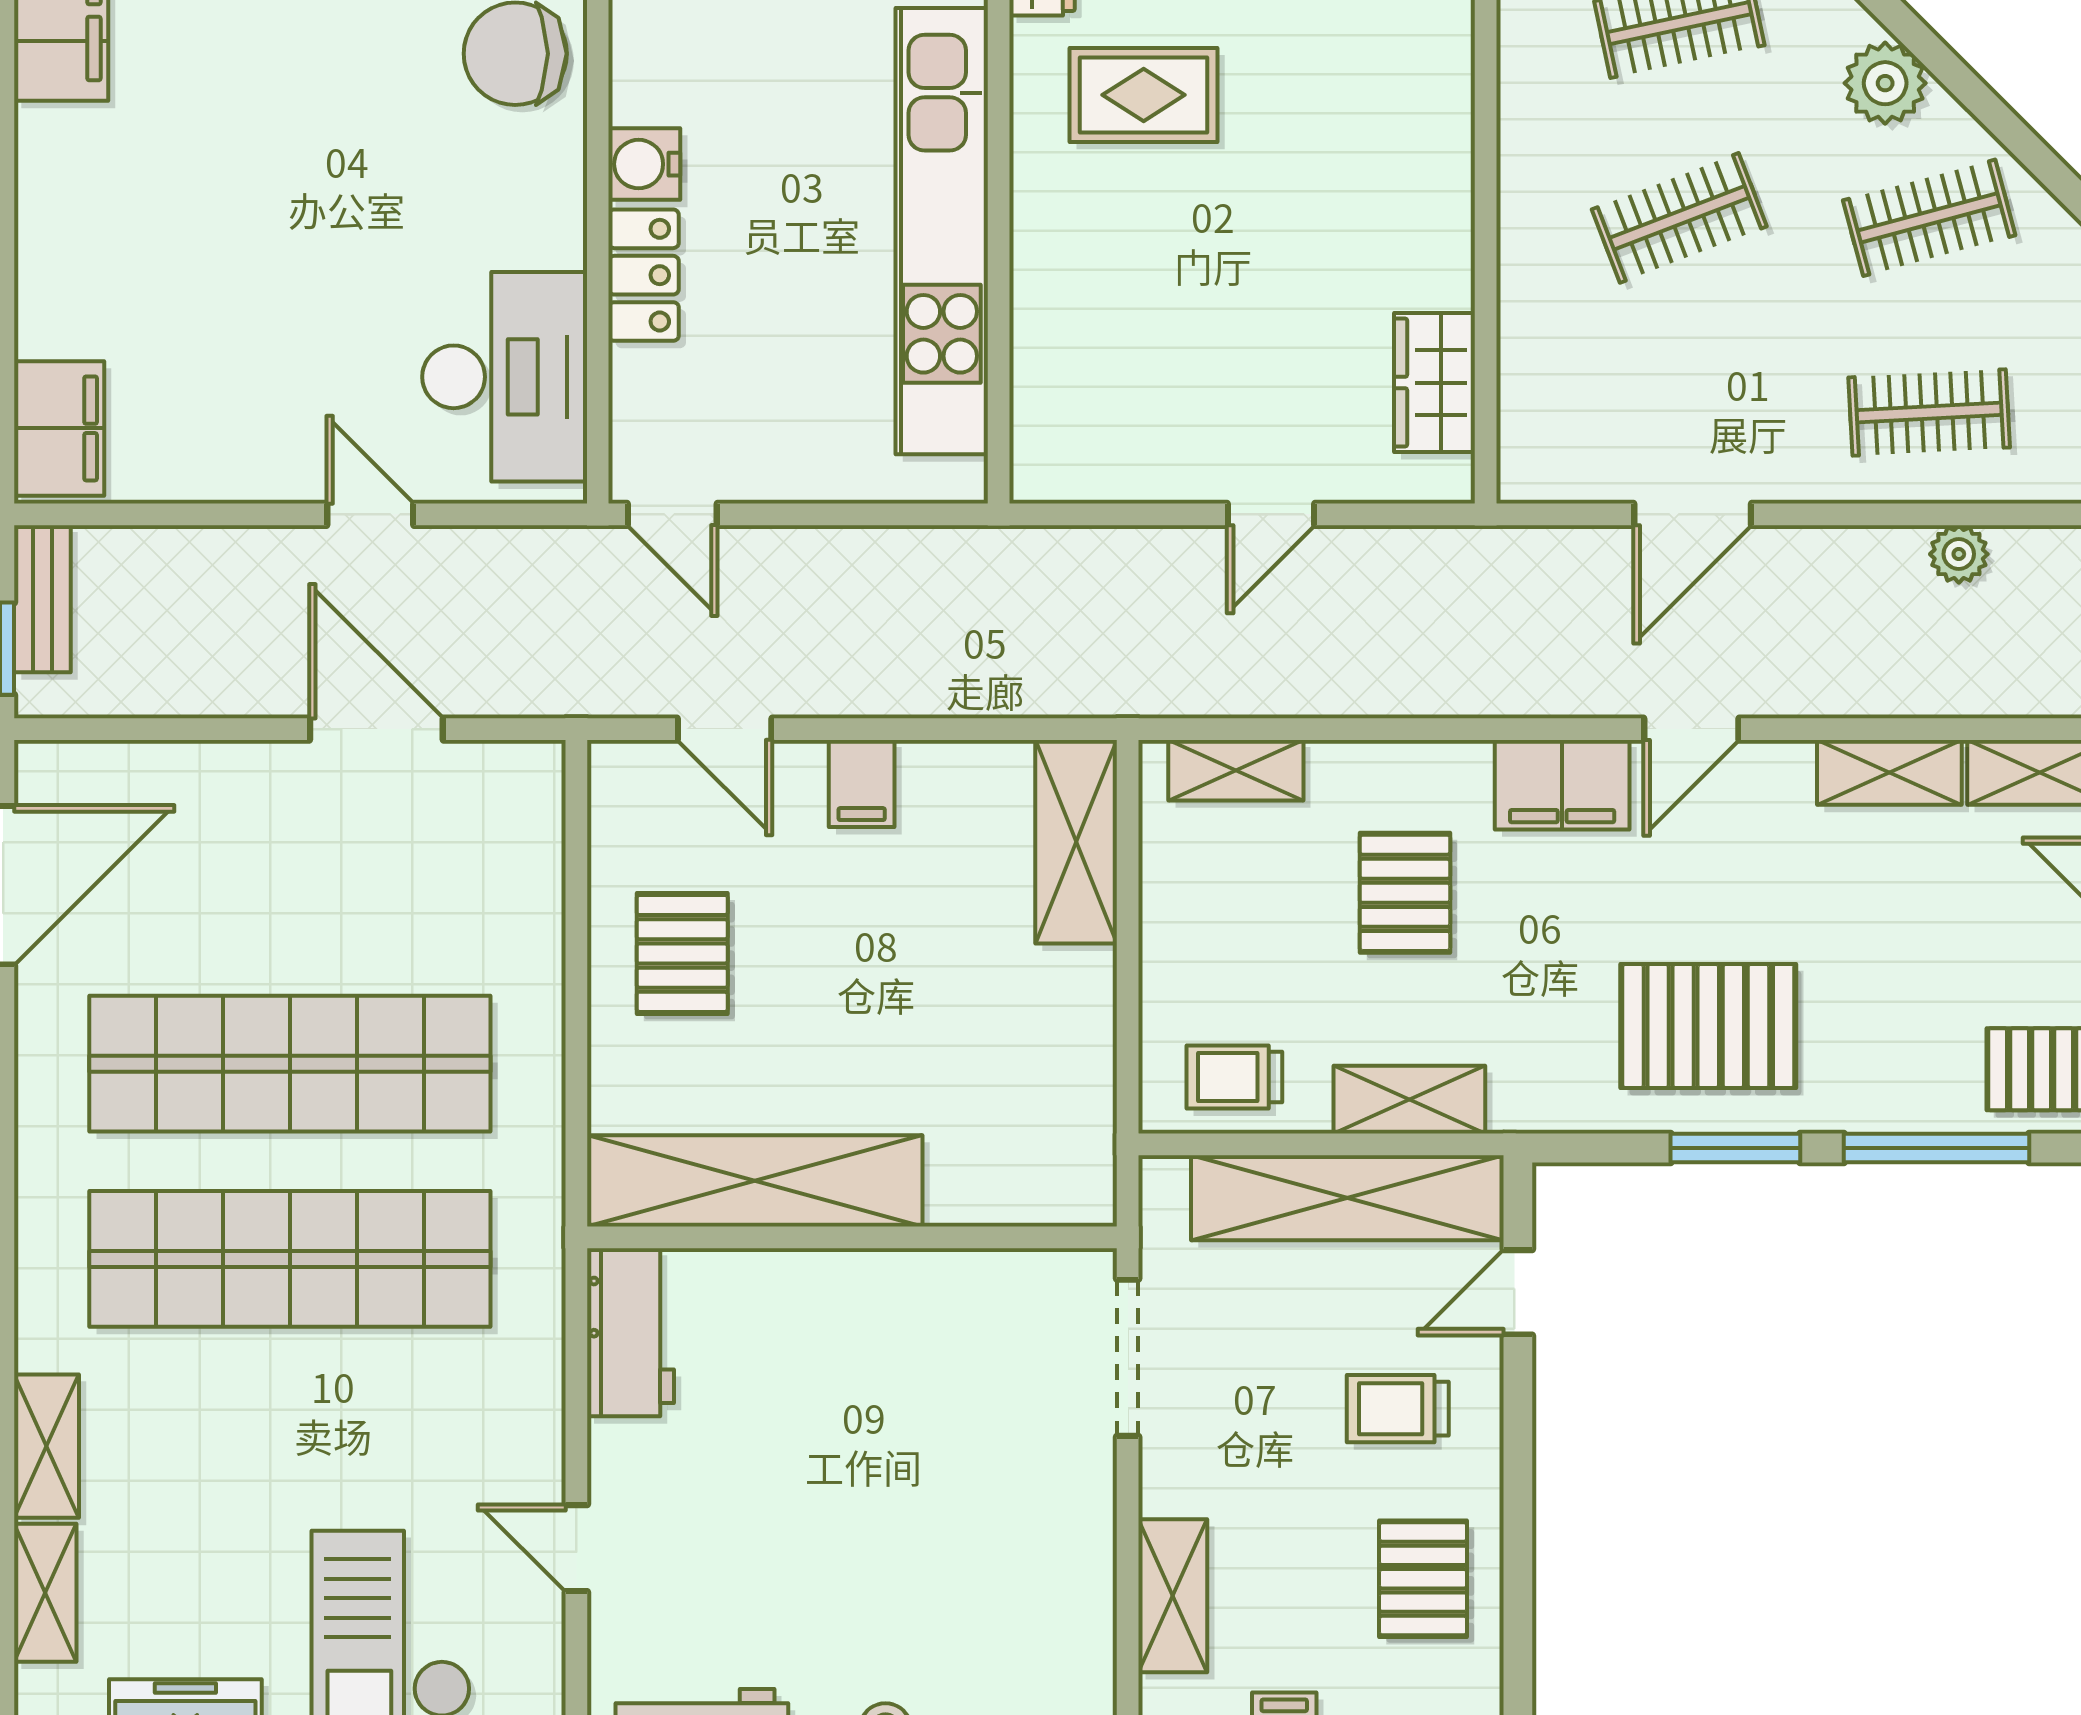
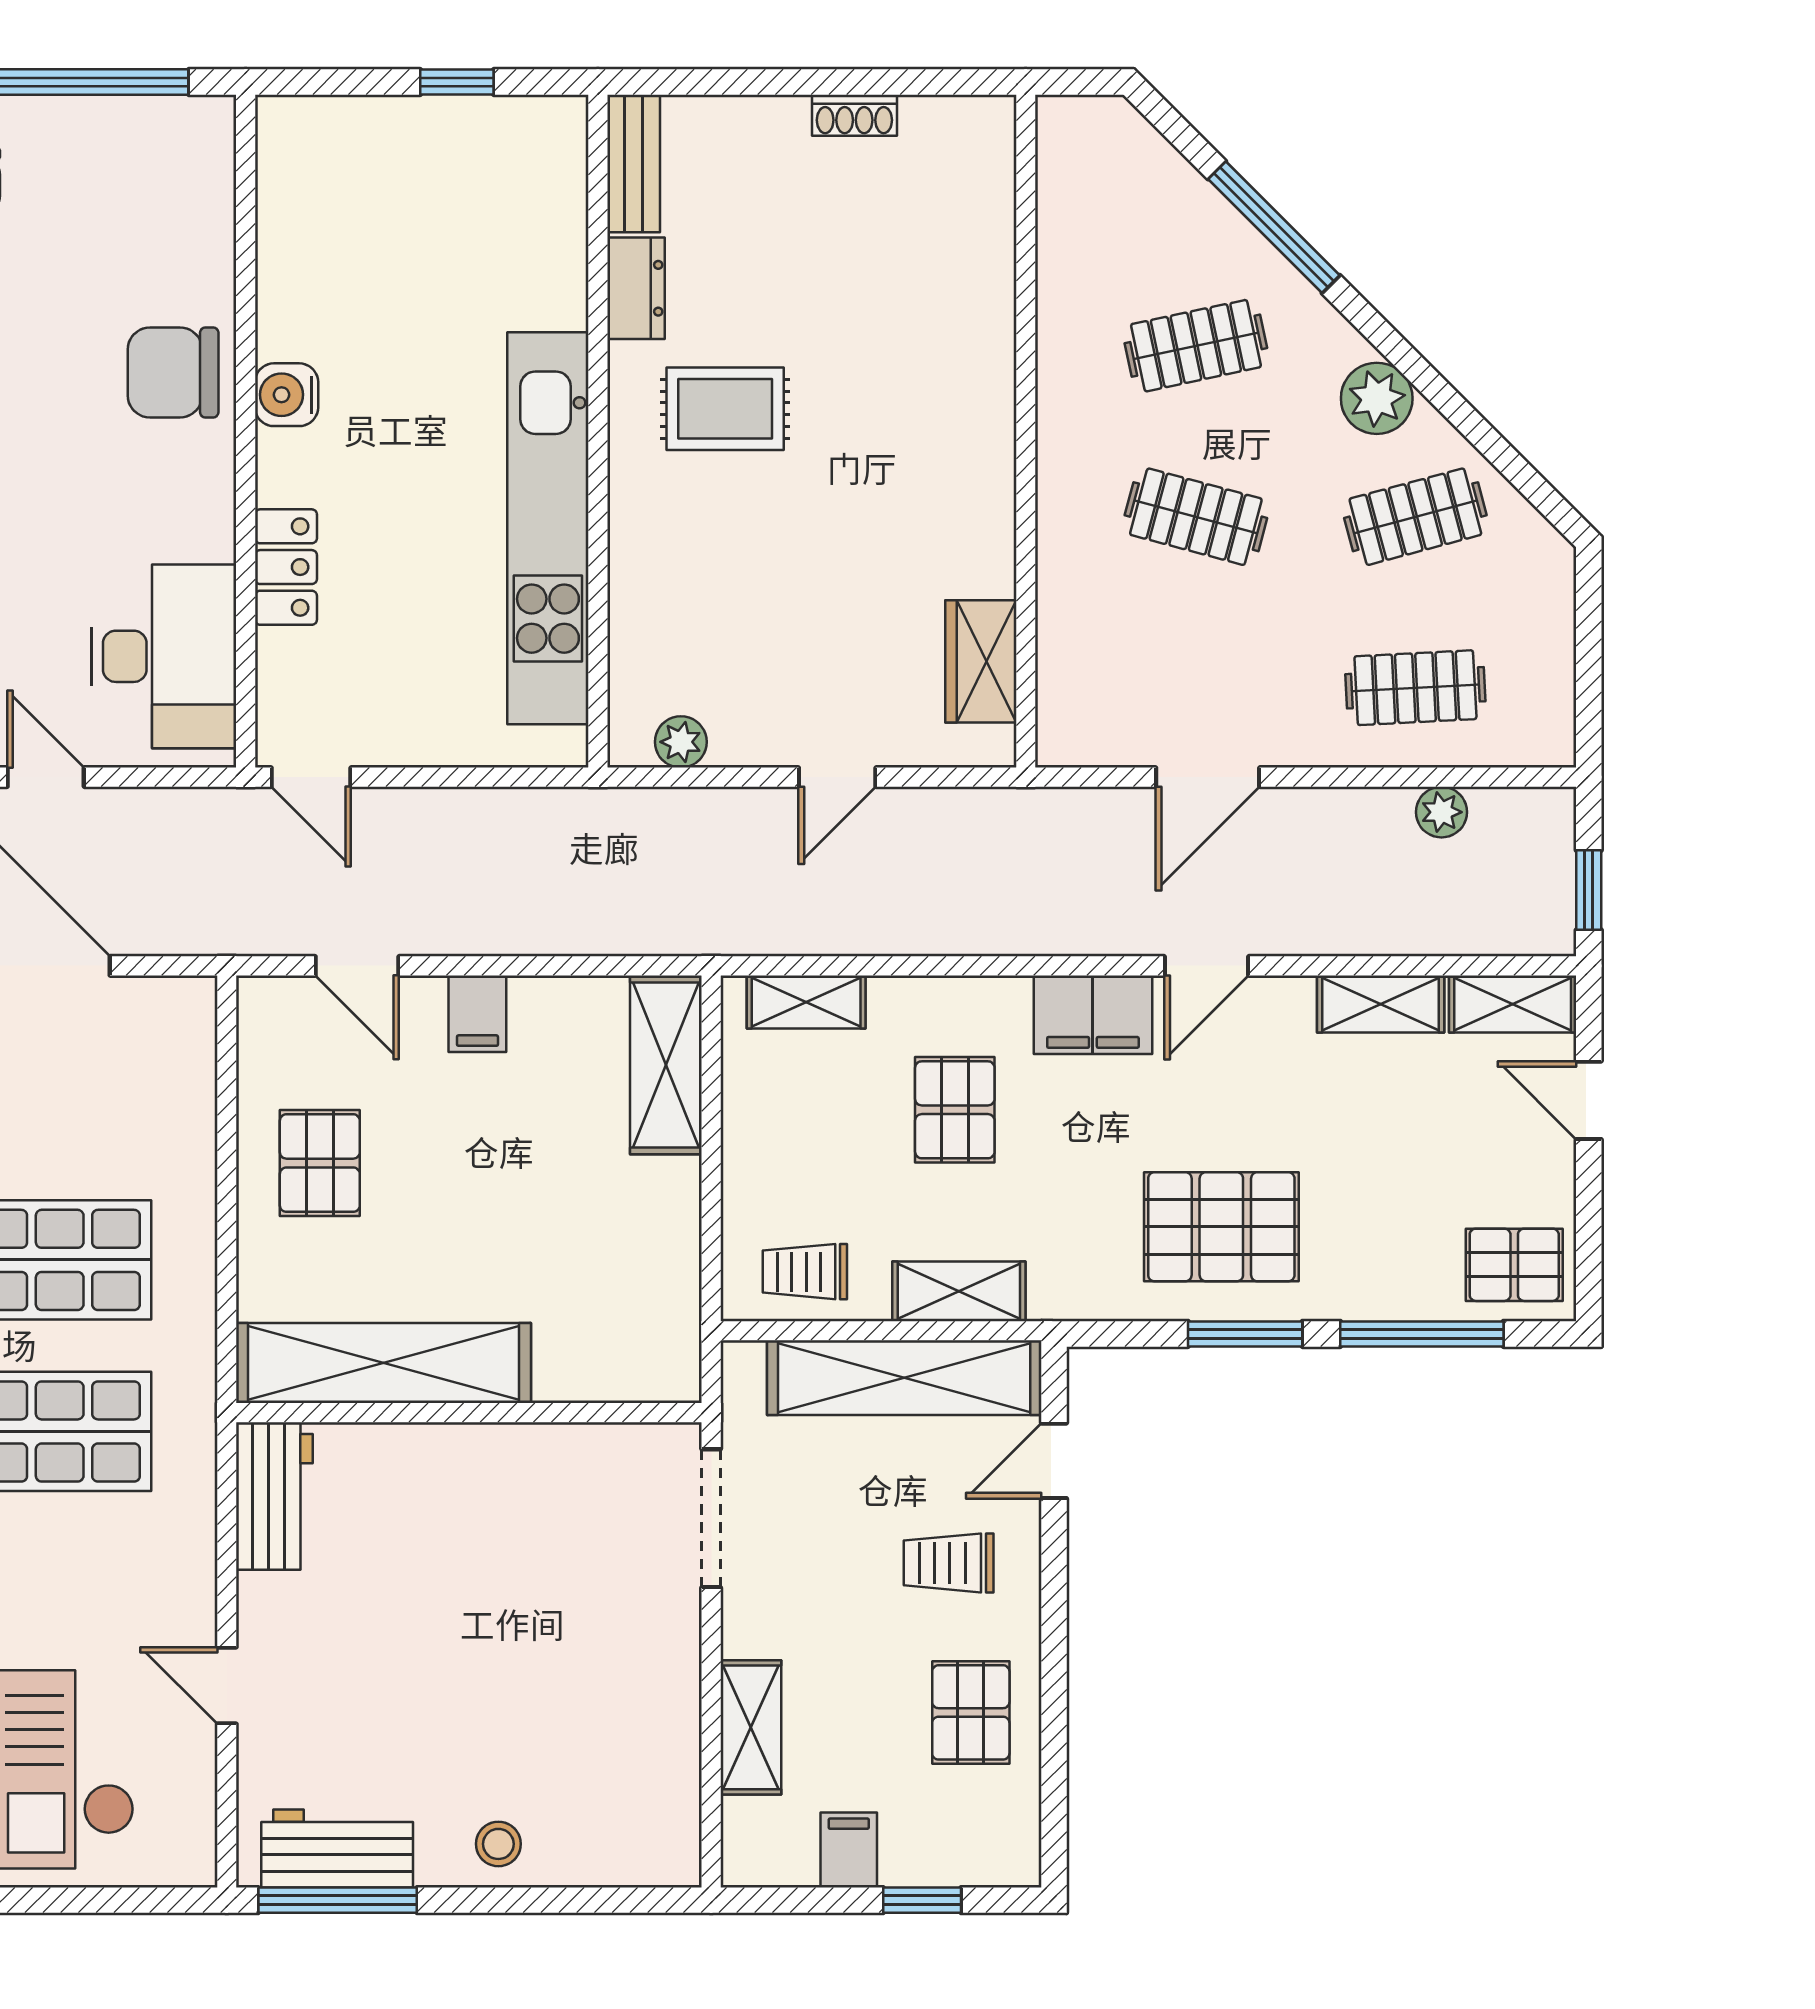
water cooler: (644, 164) -> (287, 395), moved
clothes rail: (1679, 218) -> (1196, 517), turned 36
plant: (1093, 474) -> (681, 742), added

